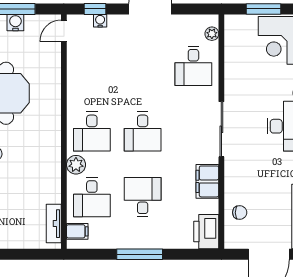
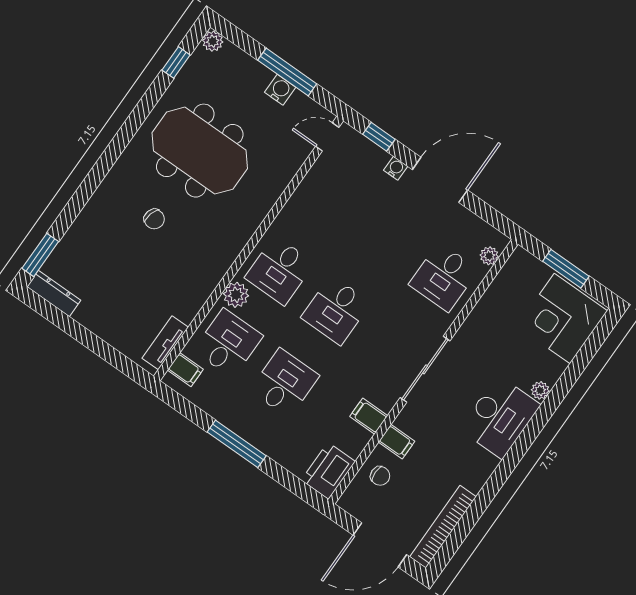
water cooler: (100, 21) -> (396, 168), moved
filing cabinet: (207, 181) -> (369, 416), width x0.50
filing cabinet: (235, 185) -> (396, 442), added
desk: (92, 197) -> (228, 343), turned 180

